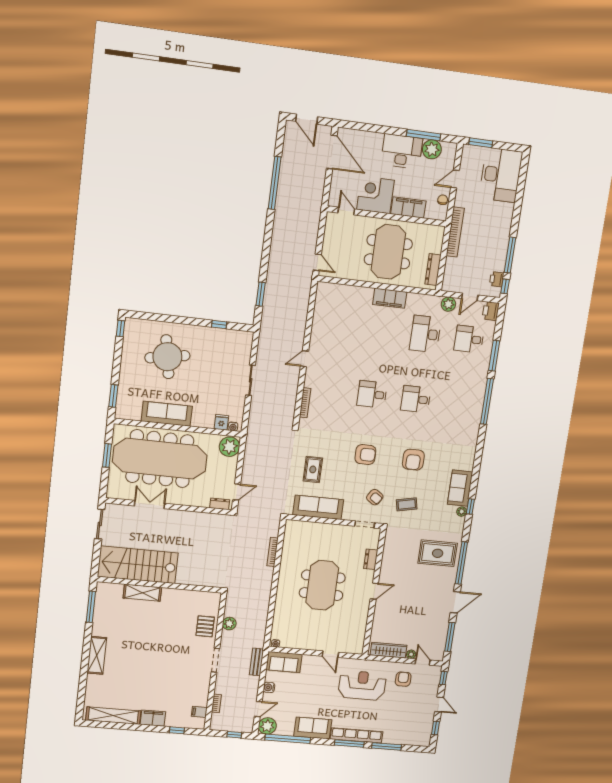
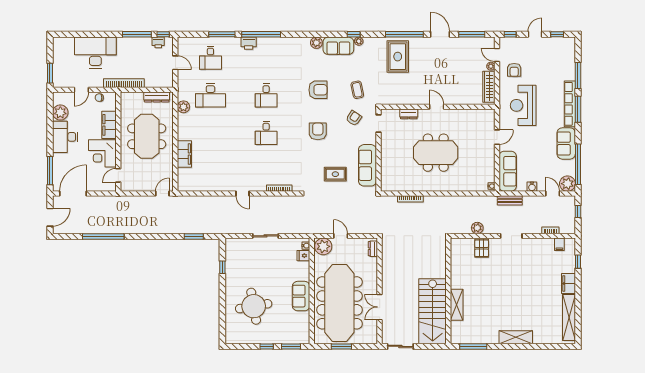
window: (424, 135) -> (50, 171), moved
desk: (501, 175) -> (95, 52), moved
door: (455, 179) -> (81, 90), hinge flipped
meeting table: (388, 252) -> (147, 136), turned 90
filing cabinet: (390, 298) -> (184, 154), moved
plant: (448, 304) -> (183, 107), moved
printer: (491, 311) -> (249, 43), moved
window: (121, 329) -> (267, 346), moved
sofa: (167, 414) -> (301, 296), width x0.73
plant: (467, 464) -> (316, 43), added
door: (237, 492) -> (341, 236), moved
pallet: (205, 626) -> (482, 248), turned 90
sofa: (284, 662) -> (508, 171), width x1.36
door: (423, 662) -> (497, 55), hinge flipped
armchair: (403, 679) -> (514, 70), turned -90

